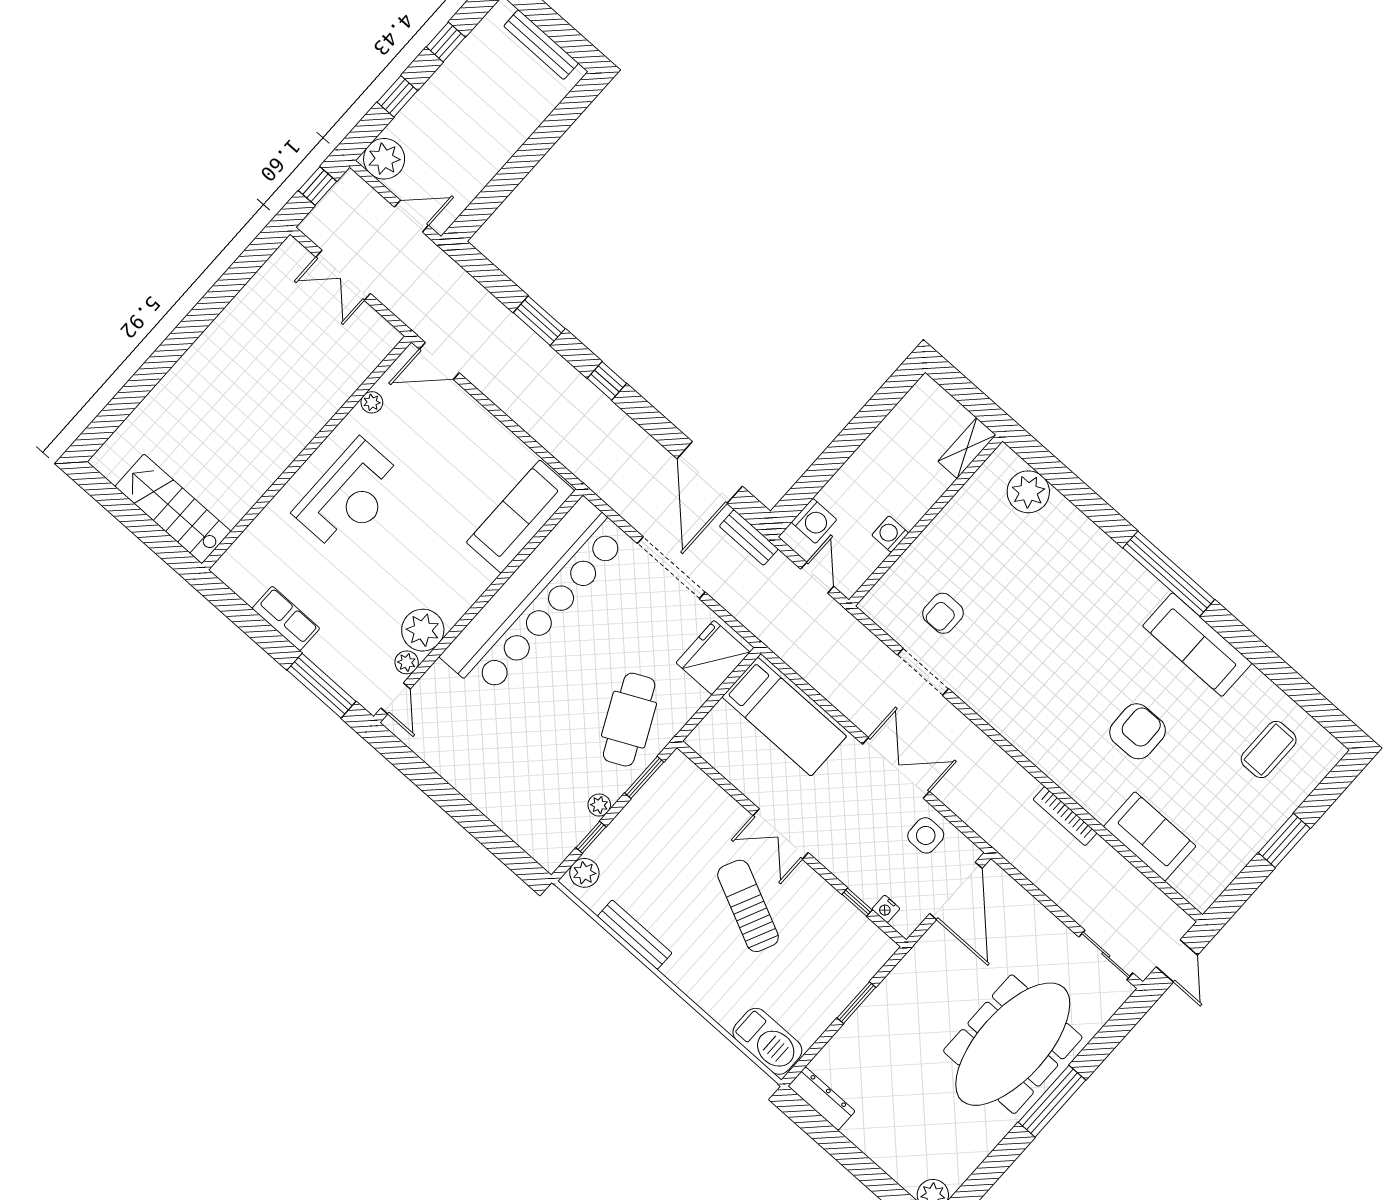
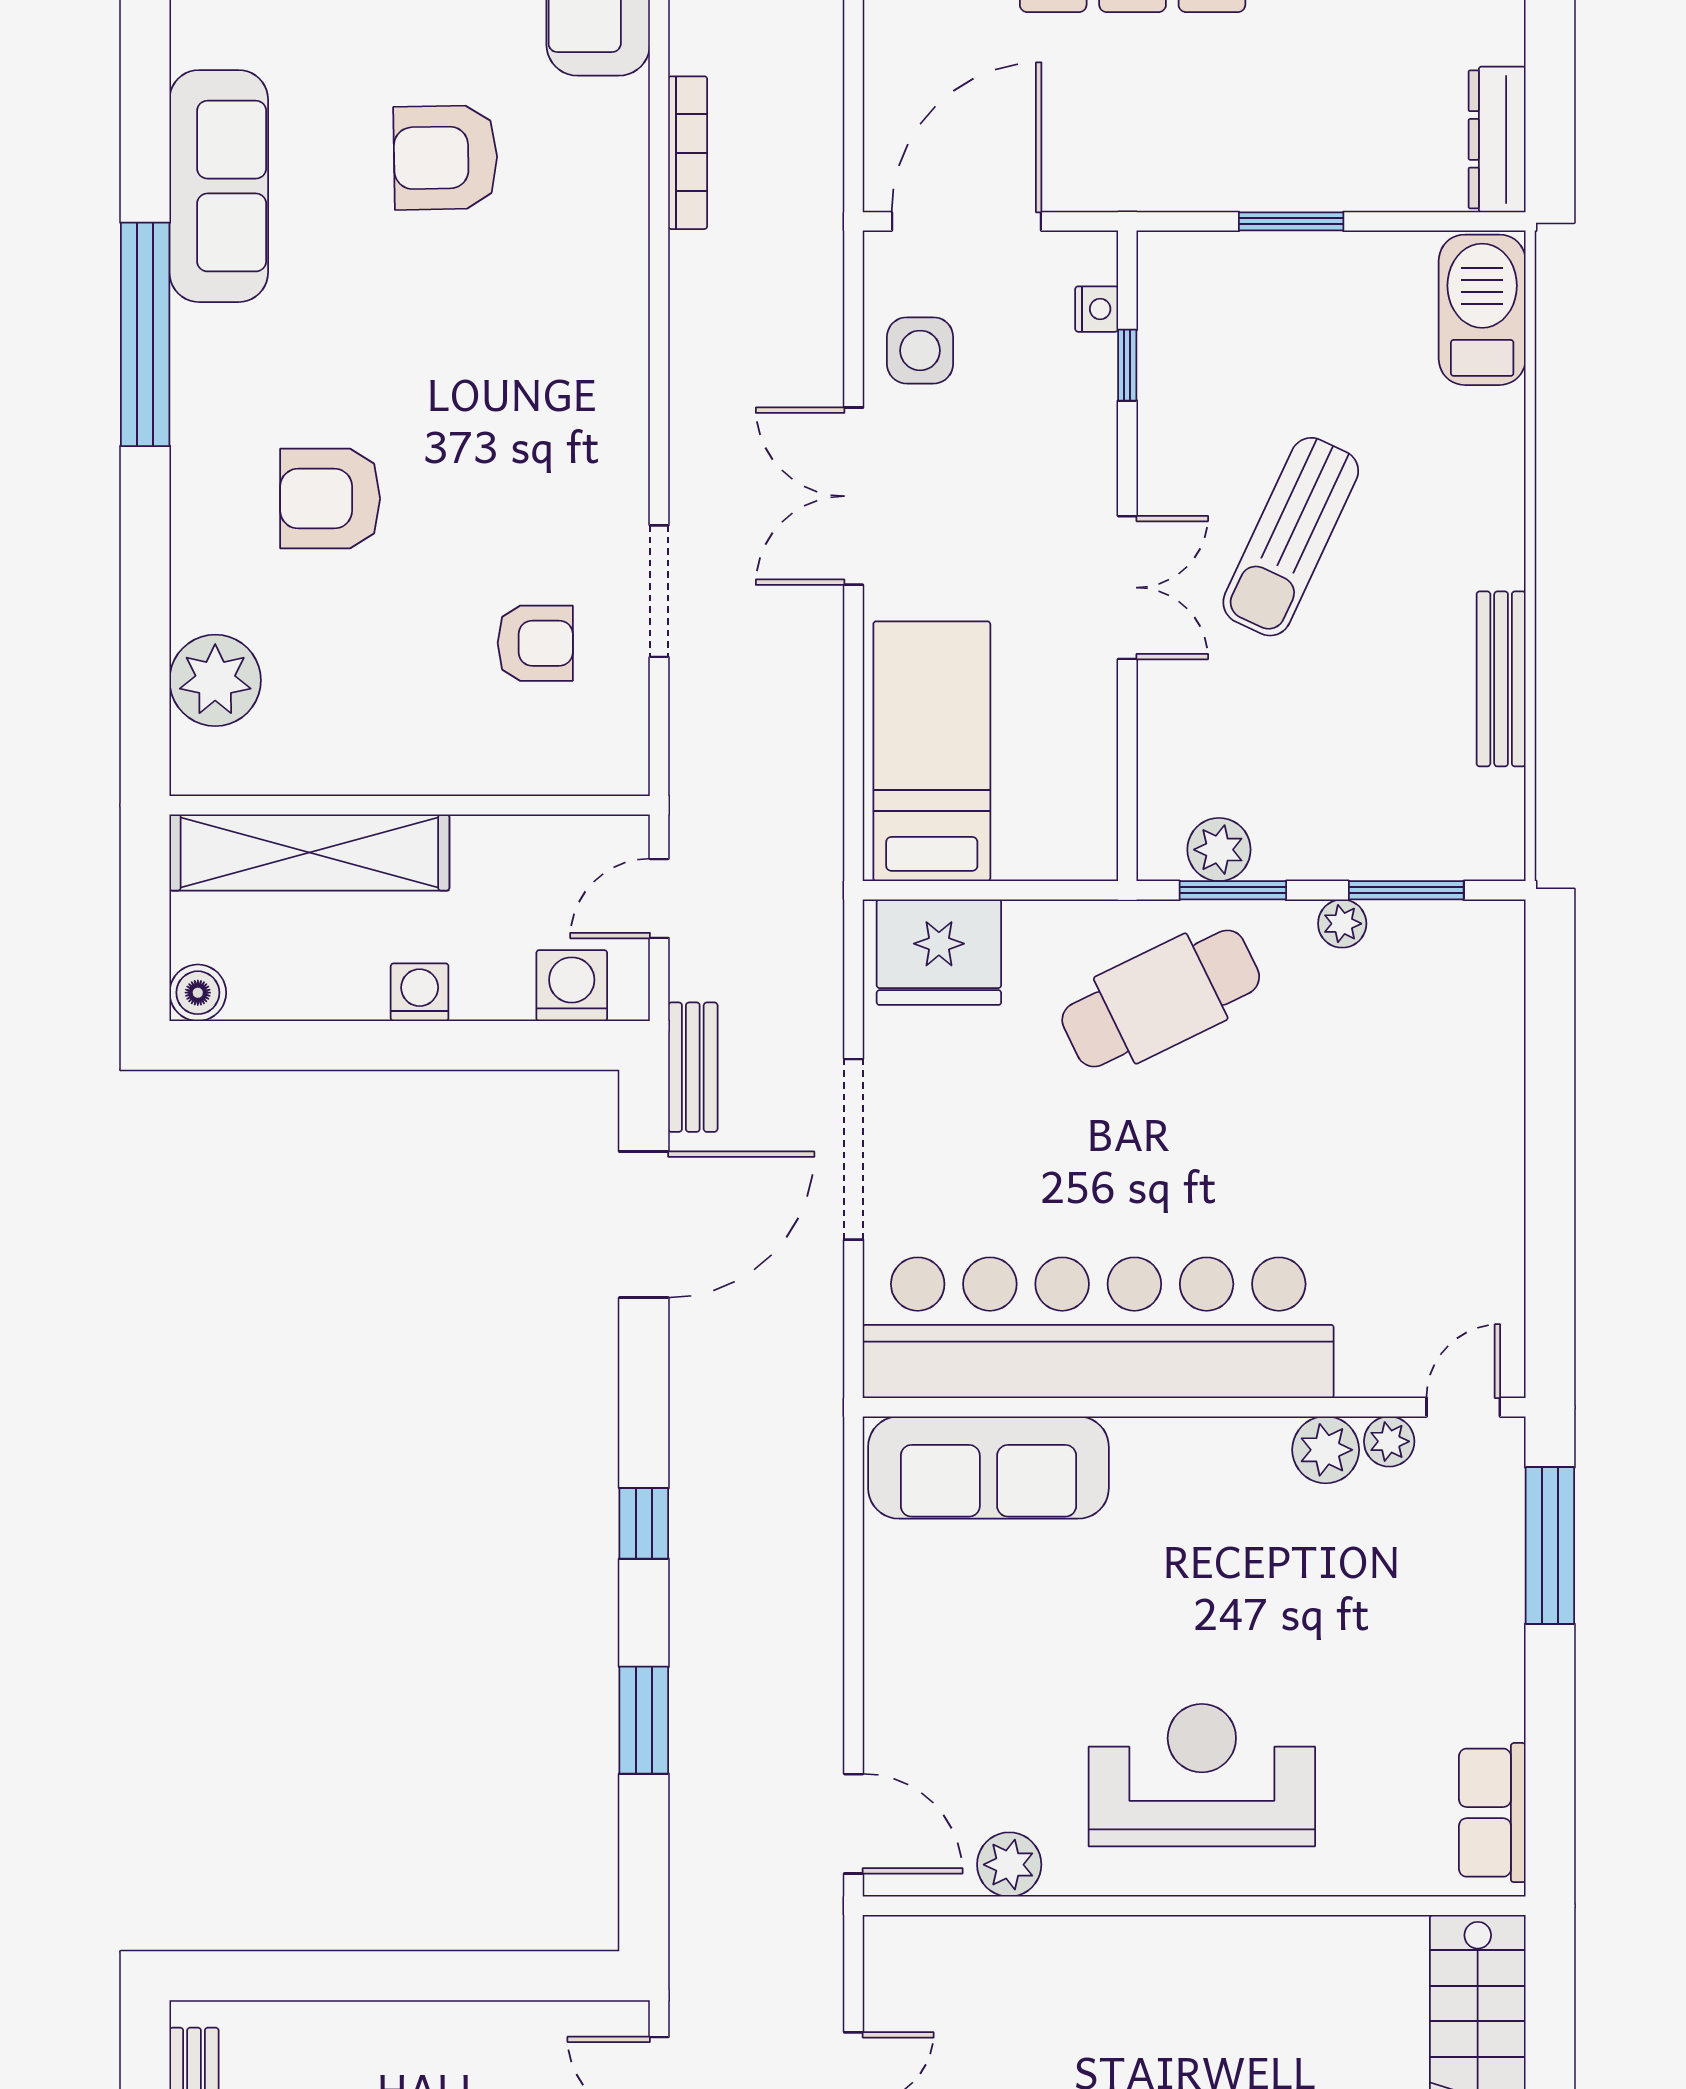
boiler: (926, 390) -> (198, 993), added
plant: (372, 402) -> (1009, 1865), width x1.38, depth x1.38
shelving: (967, 448) -> (309, 852), width x2.20, depth x1.33
washing machine: (890, 534) -> (420, 992), moved, turned 180
armchair: (1056, 587) -> (330, 499), added
row of seats: (286, 618) -> (1492, 1813), moved
plant: (423, 630) -> (1326, 1450), width x0.73, depth x0.73
window: (591, 837) -> (1406, 890), width x1.50
plant: (584, 873) -> (1219, 850), moved

